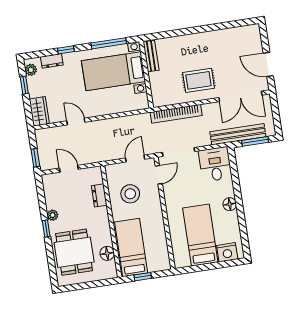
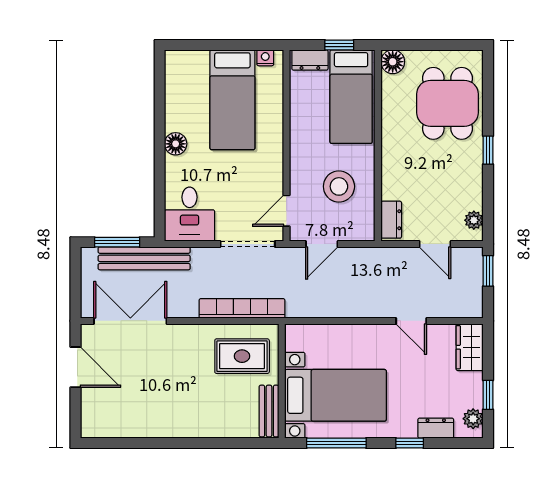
rug: (199, 80) -> (242, 356), moved
dresser: (99, 195) -> (391, 220), moved
plant: (53, 215) -> (474, 220), moved
nightstand: (227, 252) -> (265, 58), moved, width x0.53, depth x0.56
floor lamp: (107, 253) -> (393, 62), moved
dresser: (159, 265) -> (310, 60), added

